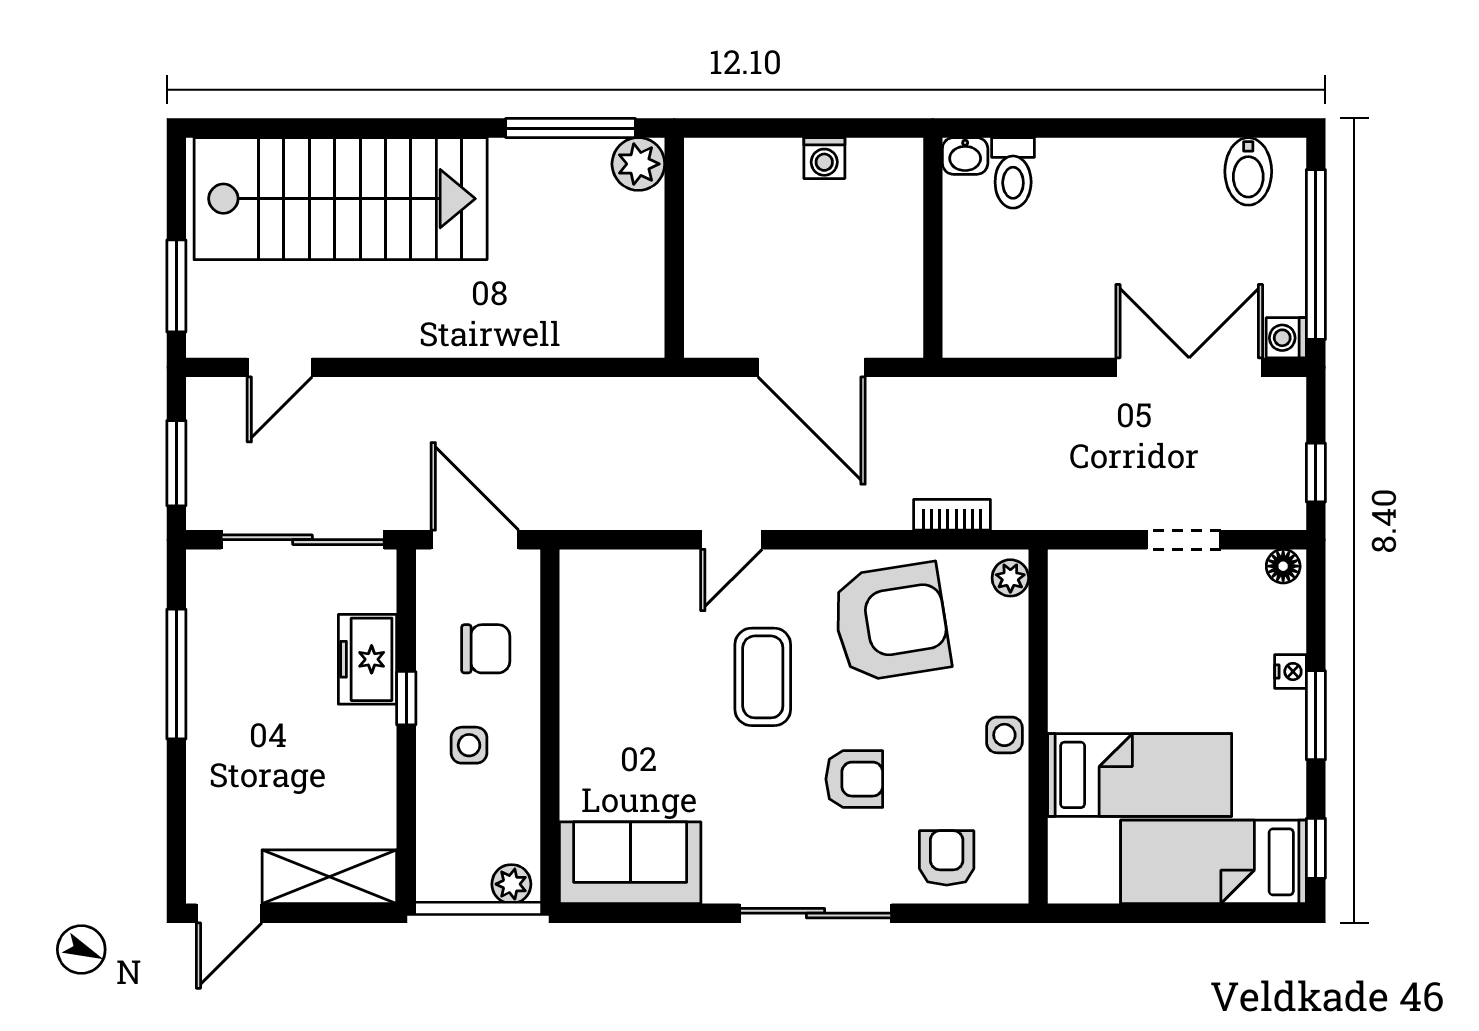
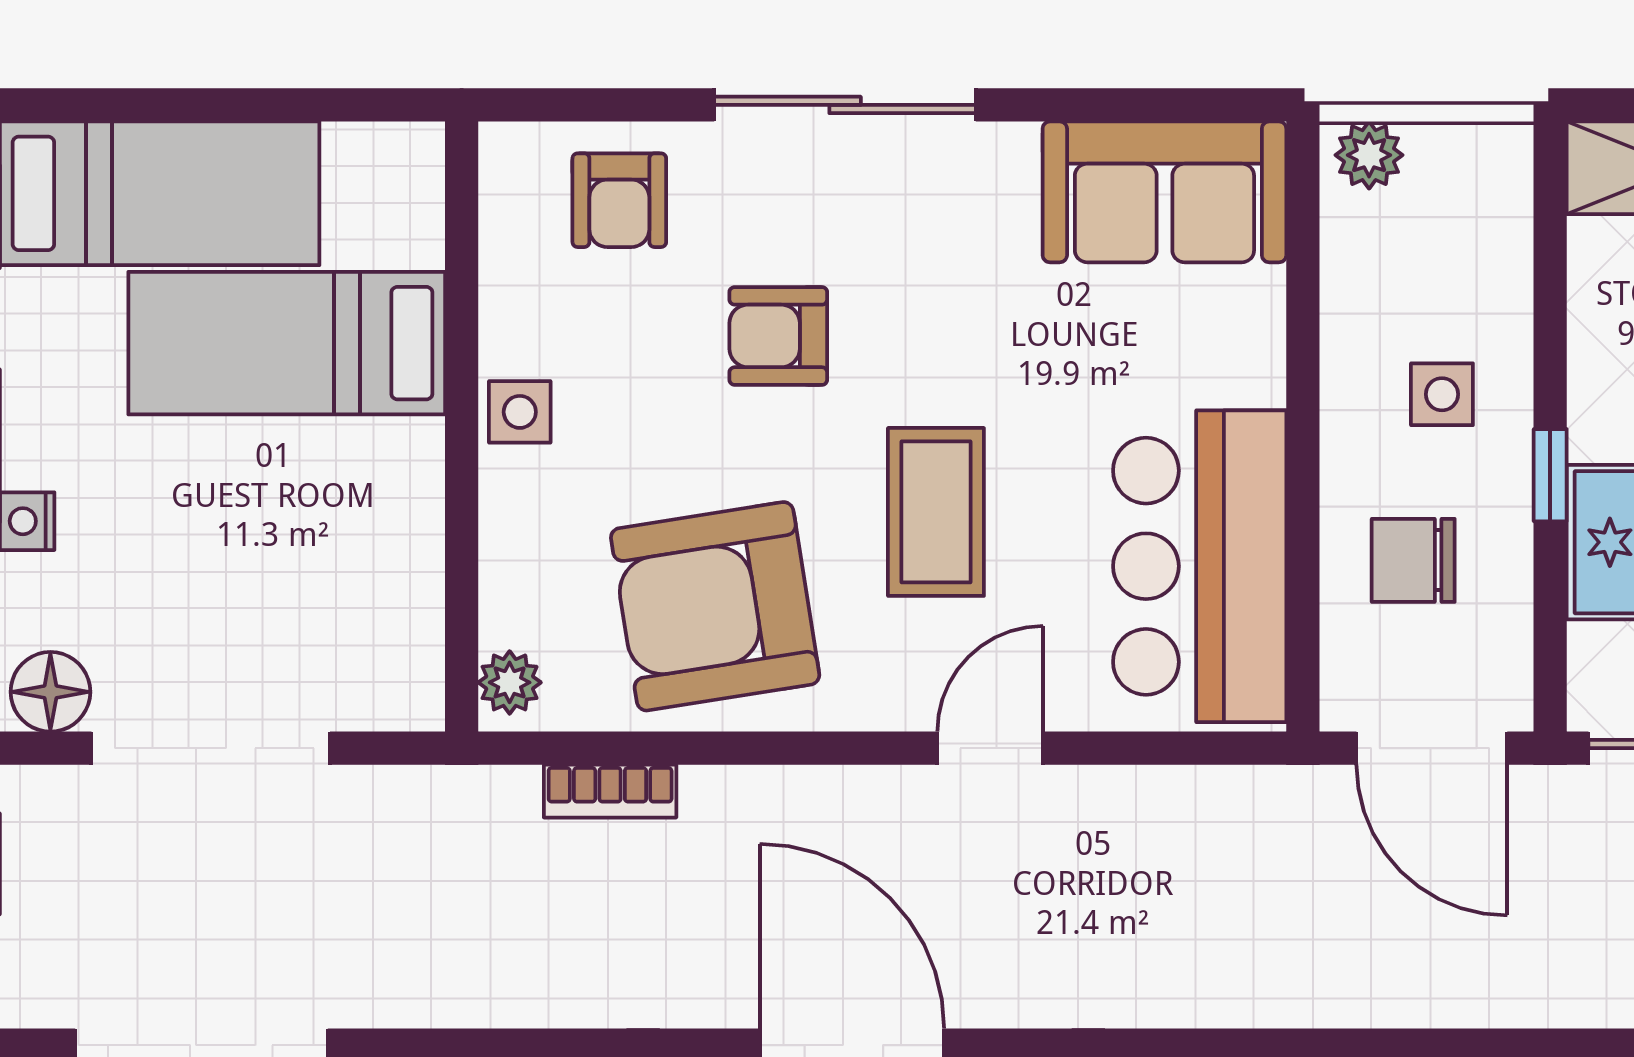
doorway: (1184, 540) -> (211, 748), width x1.88
floor lamp: (1283, 566) -> (50, 692), width x1.37, depth x1.37
bar counter: (610, 645) -> (1200, 566), added

